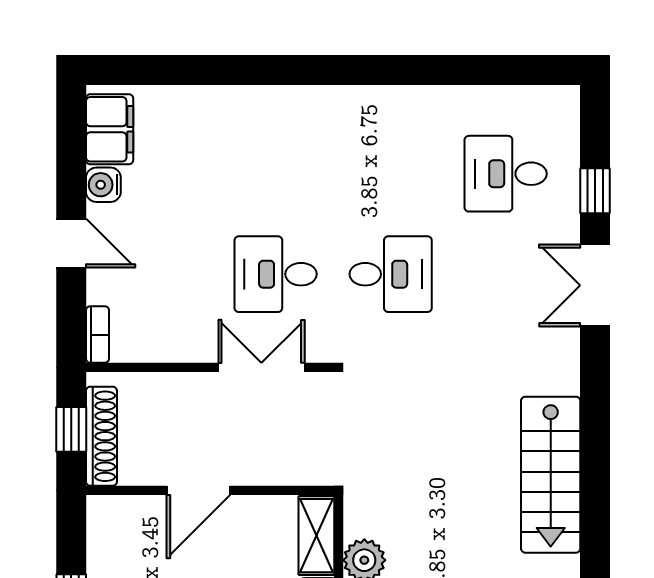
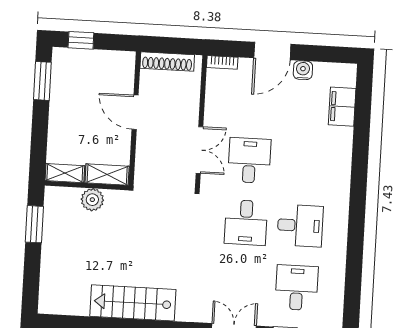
filing cabinet: (110, 129) -> (342, 107), moved, turned 90
desk: (391, 174) -> (300, 226), added
door: (71, 243) -> (272, 51), width x1.37
window: (71, 429) -> (172, 45), removed

